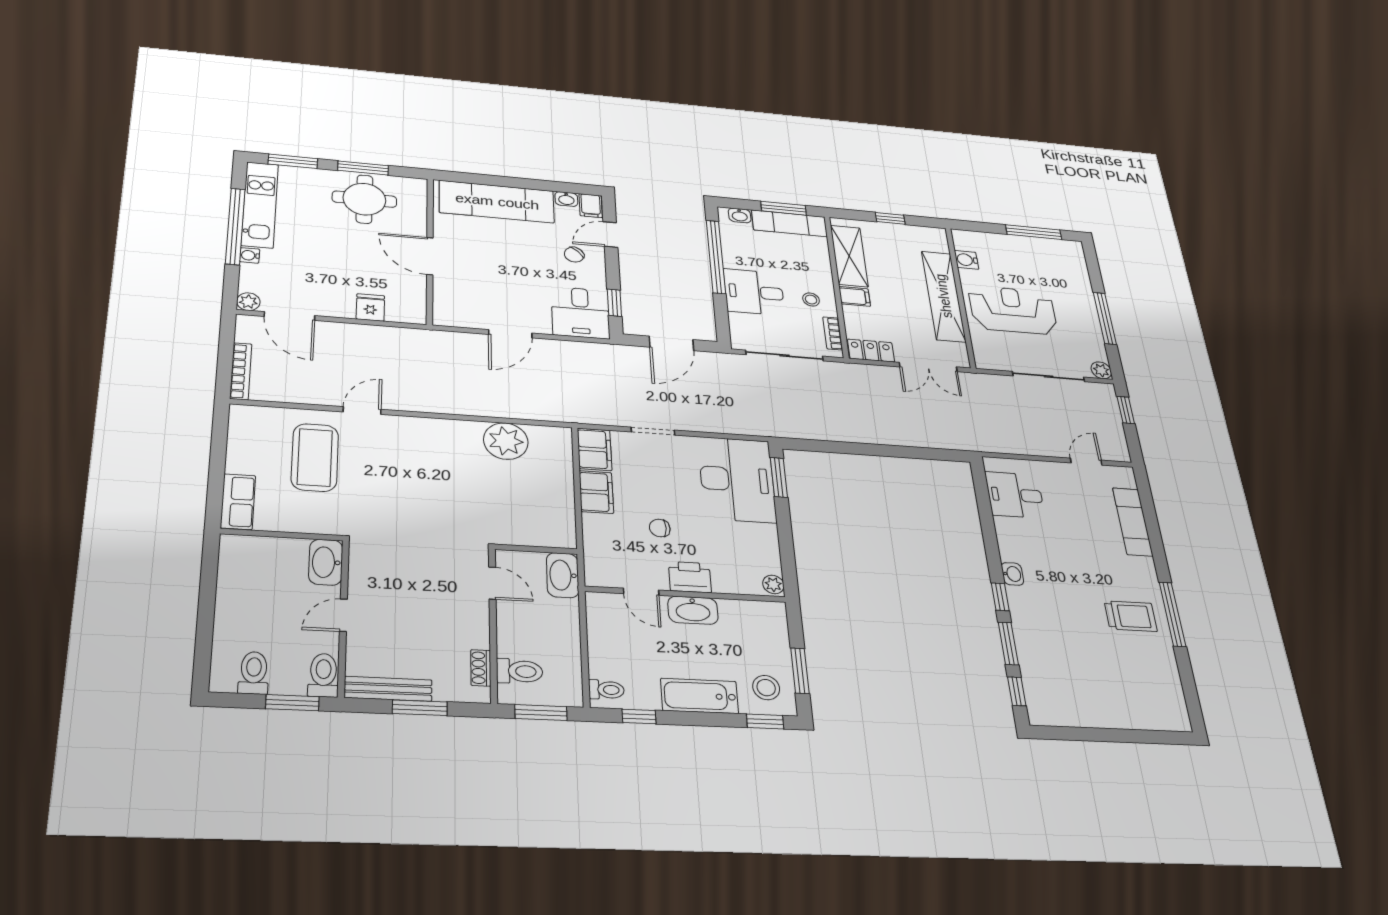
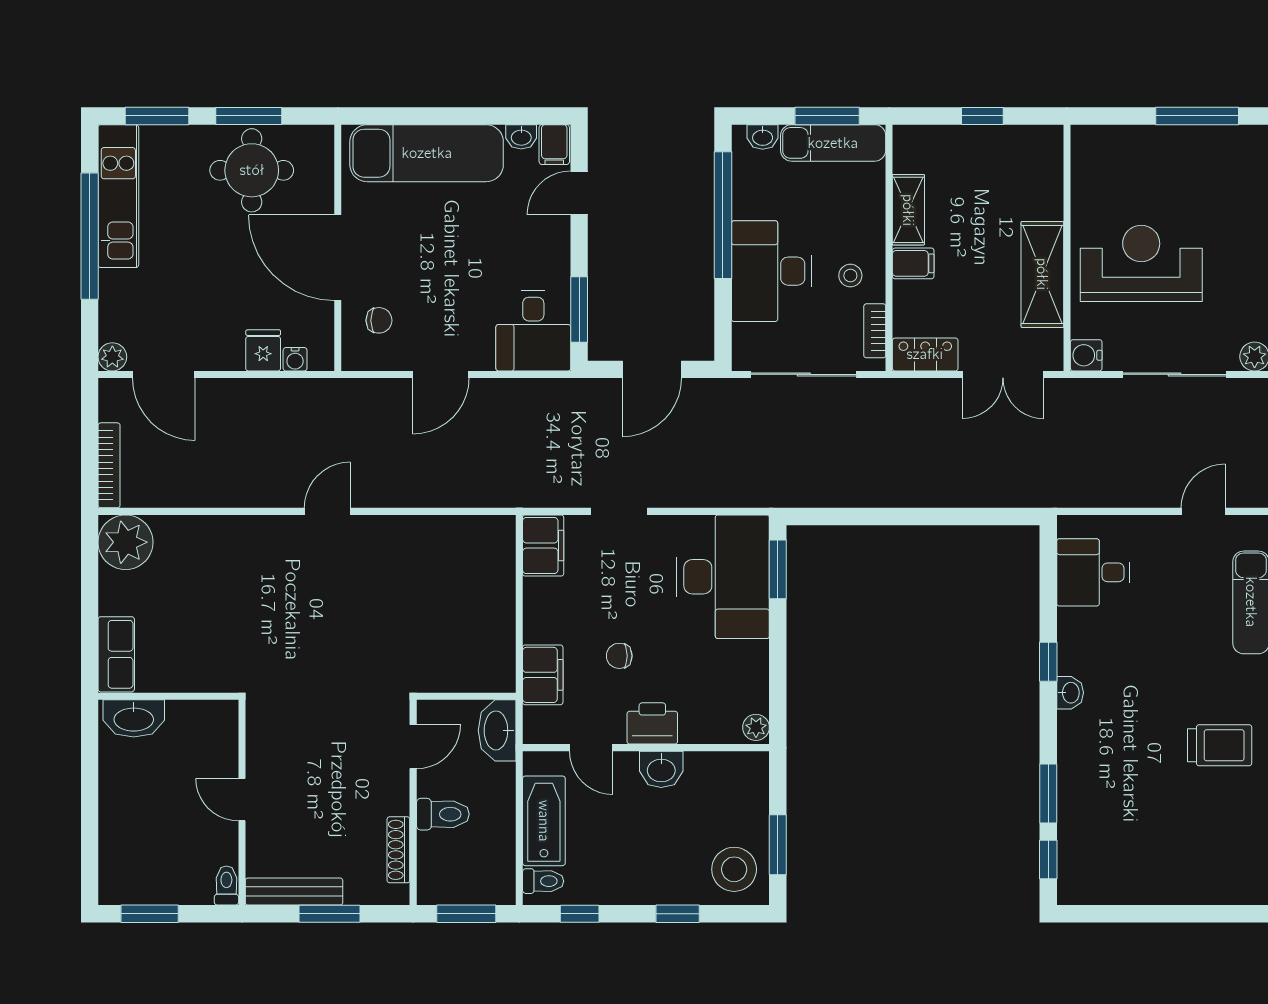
water cooler: (250, 255) -> (295, 359), moved, turned -90
chair: (574, 255) -> (379, 320), moved, turned -133
door: (430, 256) -> (338, 258), width x1.36
shelving: (849, 256) -> (908, 210), width x0.67, depth x0.75
water cooler: (967, 260) -> (1086, 355), moved
desk: (754, 292) -> (771, 271), width x1.37
shelving: (944, 296) -> (1042, 274), width x0.68
window: (614, 303) -> (579, 310), width x1.50
door: (362, 411) -> (327, 511), moved
plant: (506, 441) -> (126, 542), moved
coffee table: (315, 457) -> (202, 585), removed
filing cabinet: (596, 492) -> (543, 675), moved
washbasin: (326, 562) -> (134, 718), moved, turned -90
door: (492, 583) -> (413, 747), hinge flipped
window: (1000, 597) -> (1048, 662), moved
washbasin: (693, 610) -> (661, 769), width x0.72
door: (343, 615) -> (242, 800), hinge flipped
shoe rack: (481, 668) -> (398, 850), width x1.43
toilet: (519, 671) -> (443, 814), moved
toilet: (254, 673) -> (146, 879), removed
toilet: (323, 675) -> (226, 885), width x0.73, depth x0.72
stool: (766, 688) -> (734, 869), width x1.38, depth x1.38
bathtub: (700, 696) -> (544, 821), moved, turned 90
window: (292, 703) -> (150, 914), moved
window: (765, 721) -> (678, 914), moved

